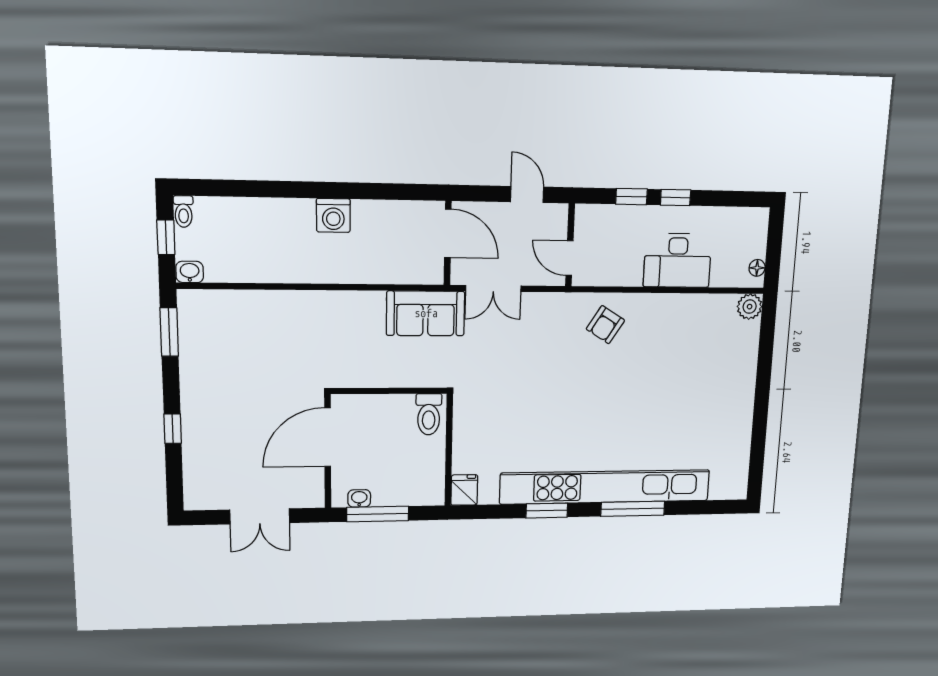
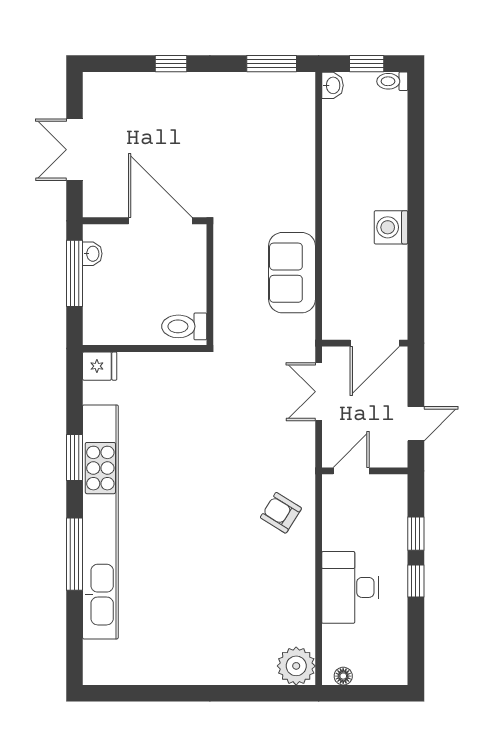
plant: (750, 307) -> (296, 666), width x1.36, depth x1.36
sofa: (426, 313) -> (292, 273), moved

